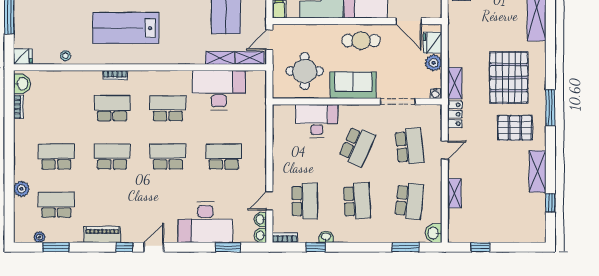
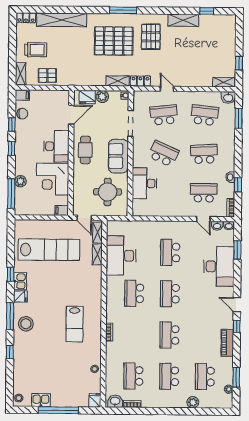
lab bench: (126, 28) -> (75, 324), width x0.73, depth x0.72
school desk: (112, 108) -> (133, 376), moved
window: (550, 108) -> (123, 10), moved
shelving: (454, 193) -> (224, 82), moved

